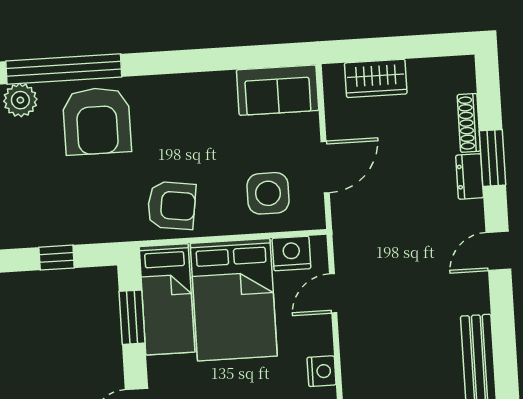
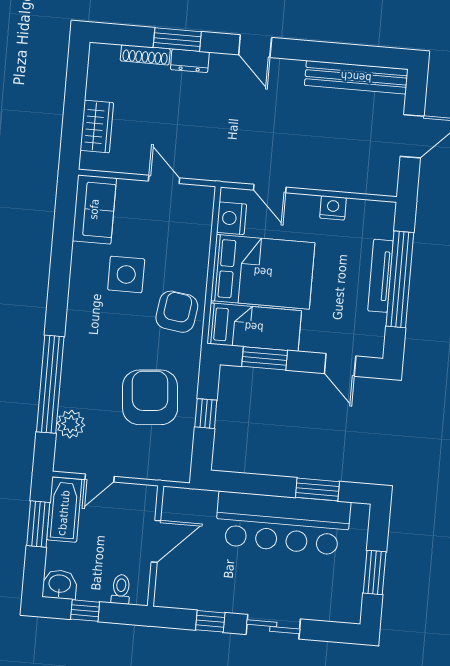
armchair: (97, 121) -> (150, 397), moved, turned -95
door: (325, 167) -> (164, 179), width x0.73
side table: (268, 193) -> (126, 274), moved

